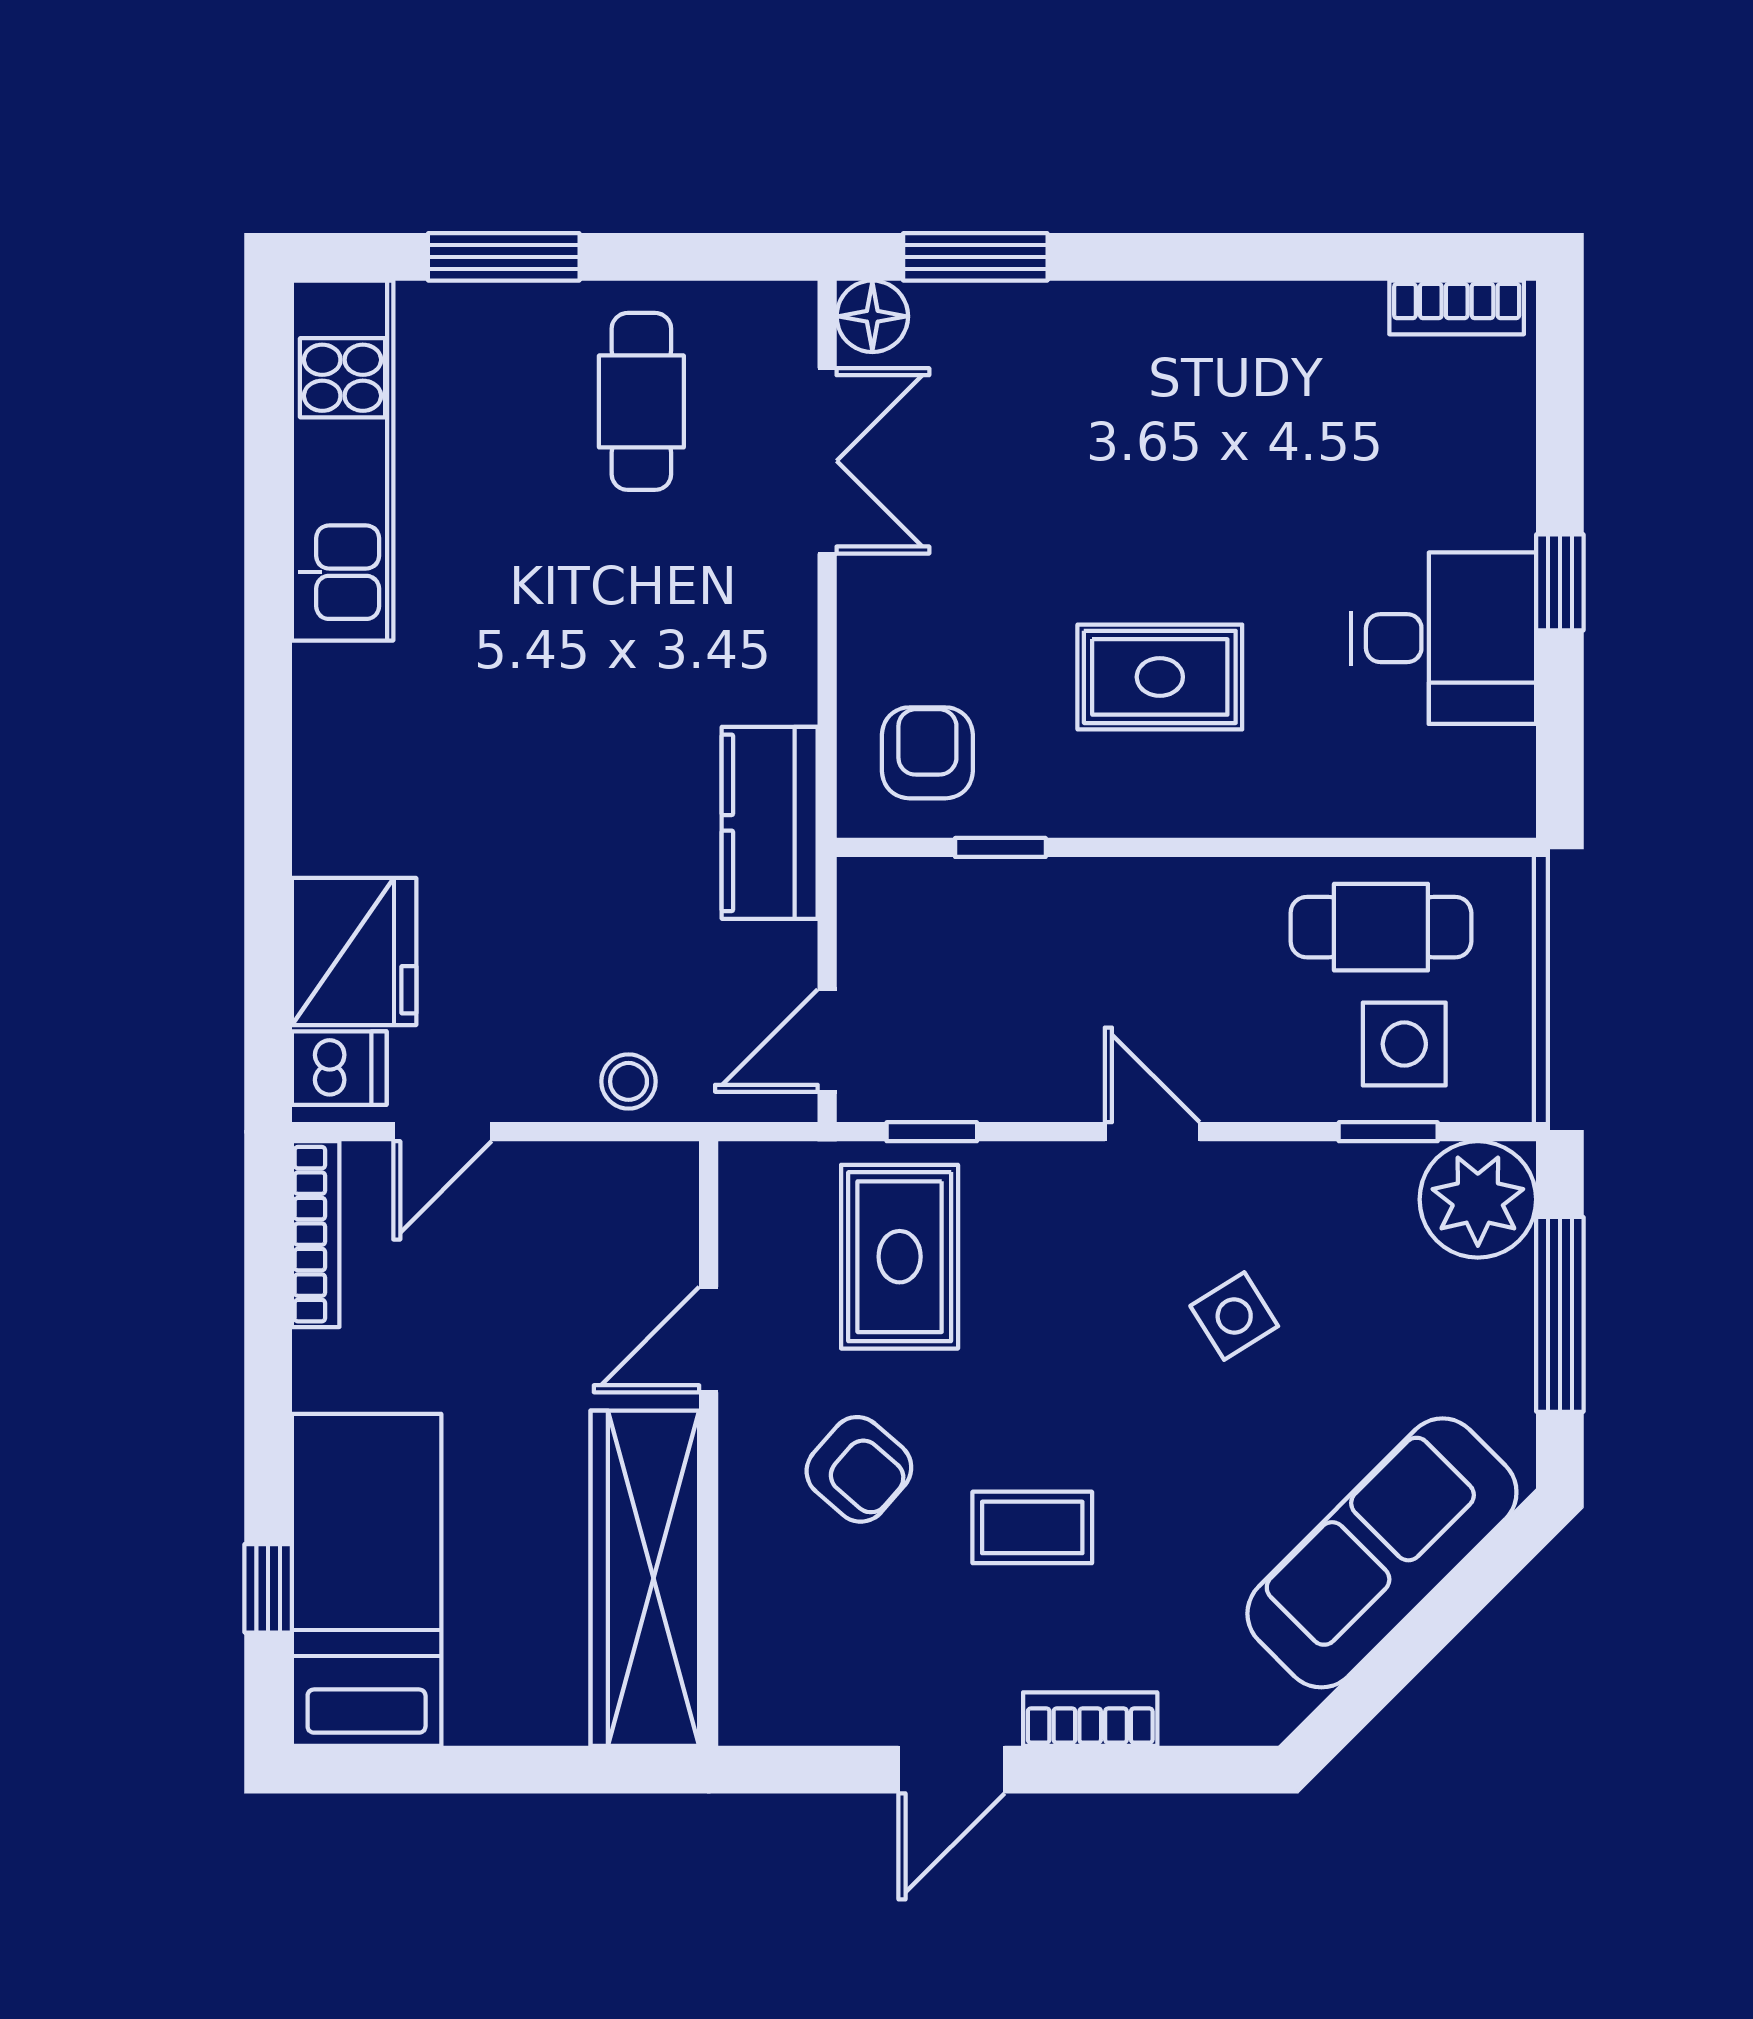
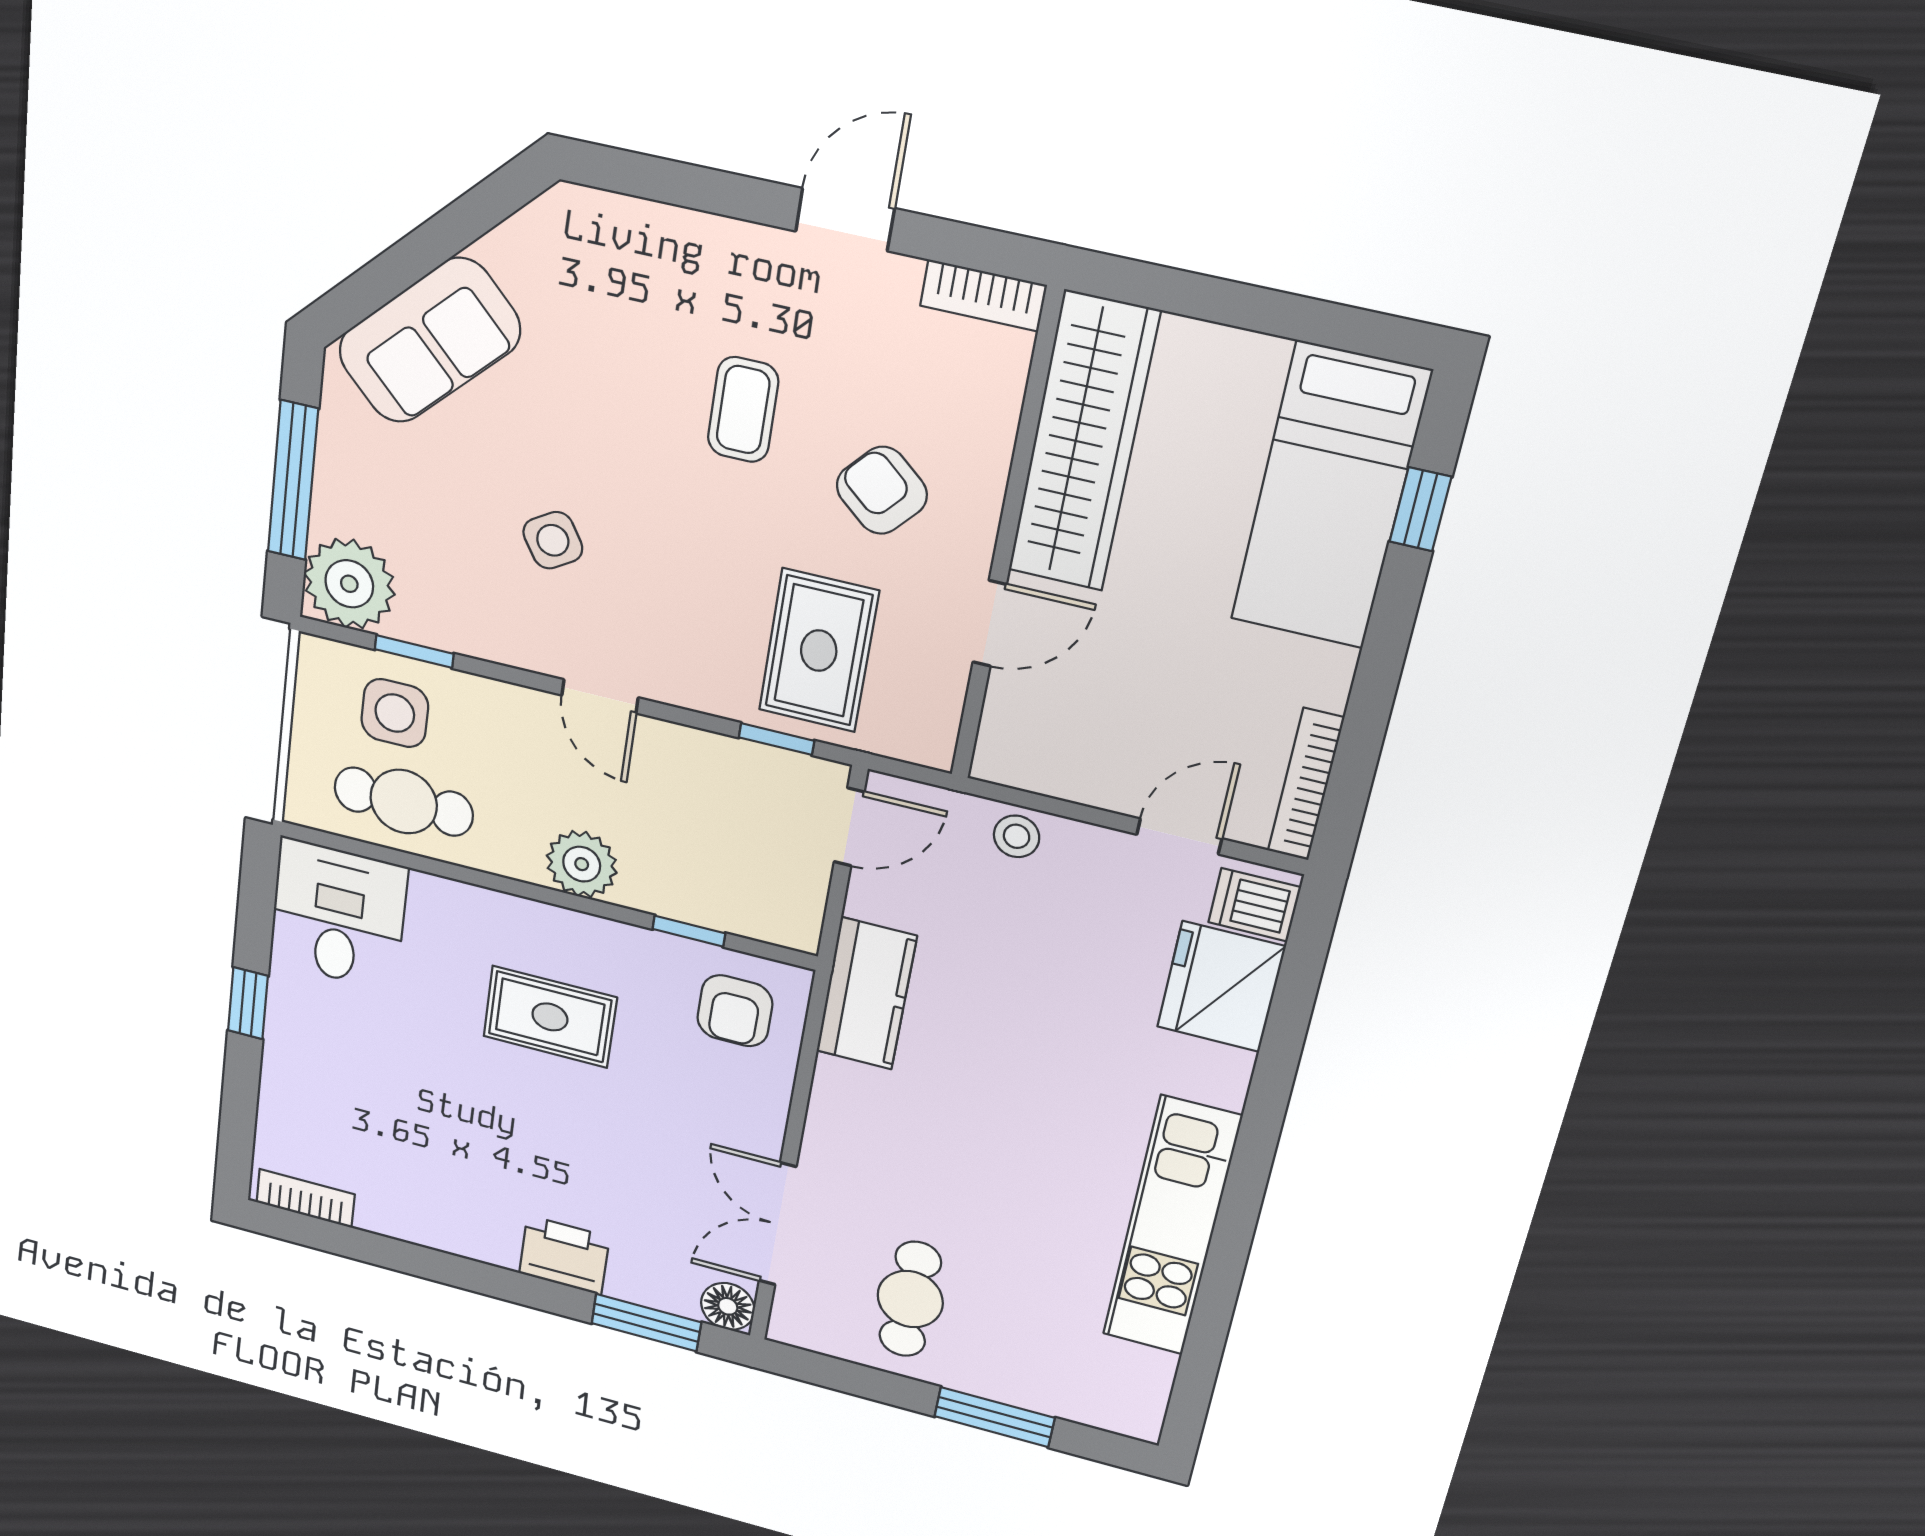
printer: (1097, 327) -> (564, 1255), added
kitchen unit: (343, 461) -> (1172, 1227), moved
desk: (1444, 638) -> (338, 915), moved, turned 90
plant: (1146, 902) -> (582, 864), added
coffee table: (1032, 1527) -> (743, 410), turned 90
sofa: (1382, 1553) -> (429, 341), width x0.73
bookcase: (1090, 1719) -> (983, 295), moved

